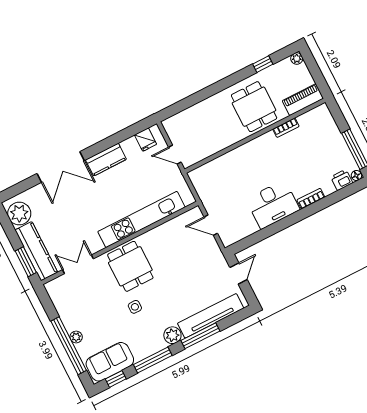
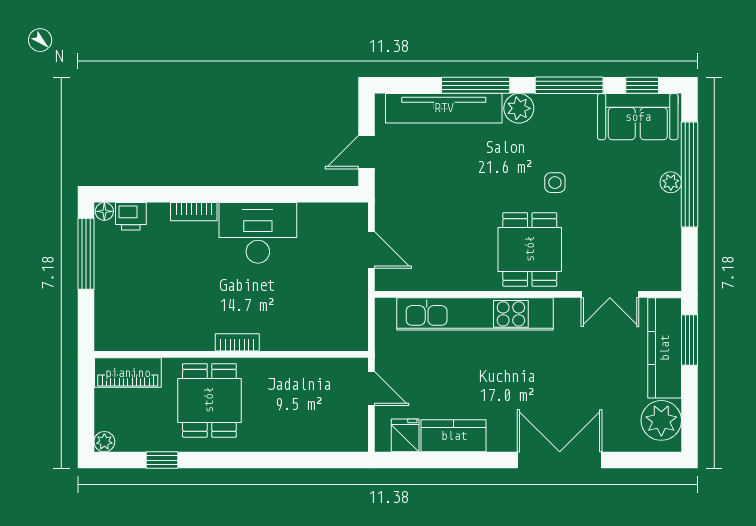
bookcase: (286, 128) -> (237, 342), moved
kitchen counter: (106, 160) -> (454, 436), moved

